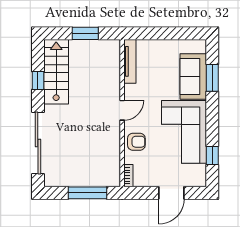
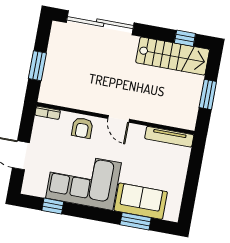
window: (38, 81) -> (185, 38), moved
window: (87, 193) -> (37, 66), width x0.69

